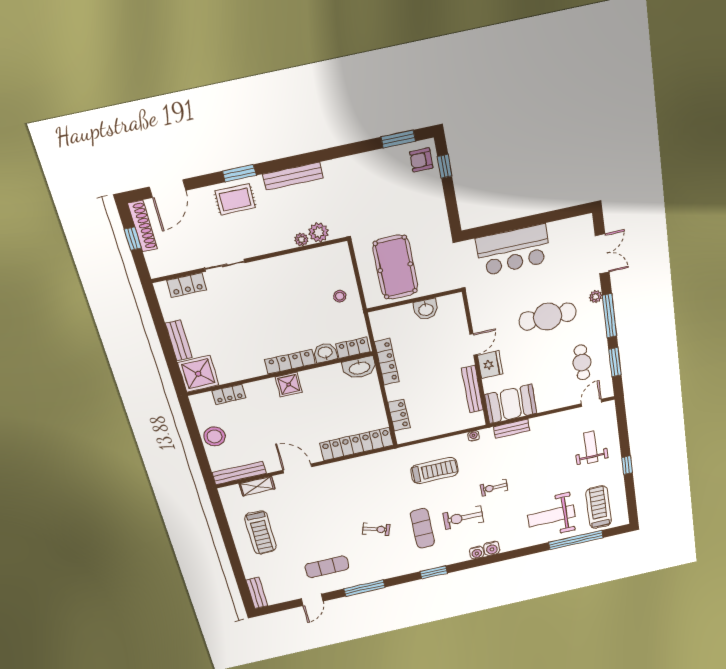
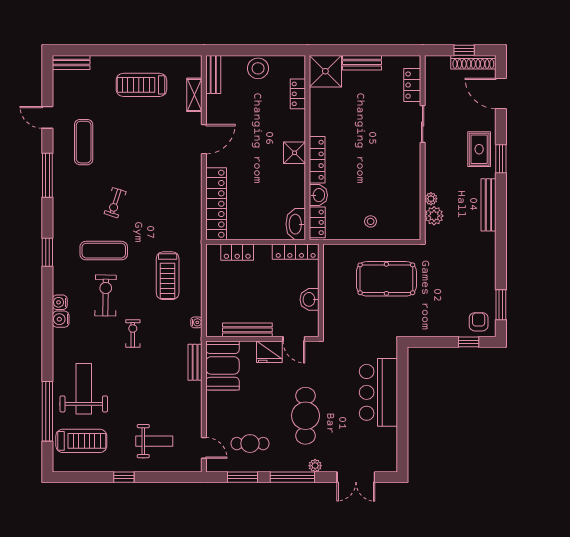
wall: (414, 300) -> (321, 290), moved
washbasin: (426, 309) -> (310, 299), moved
bench: (239, 473) -> (213, 74), width x0.73

